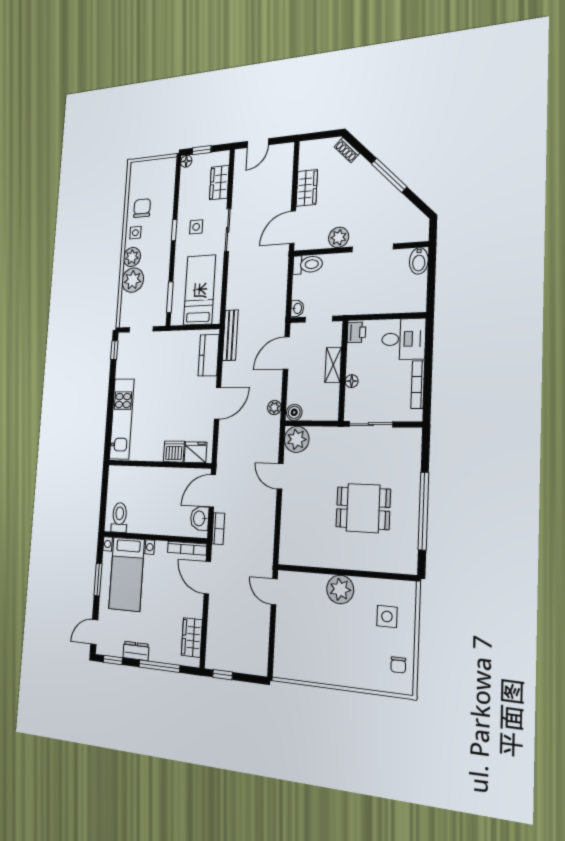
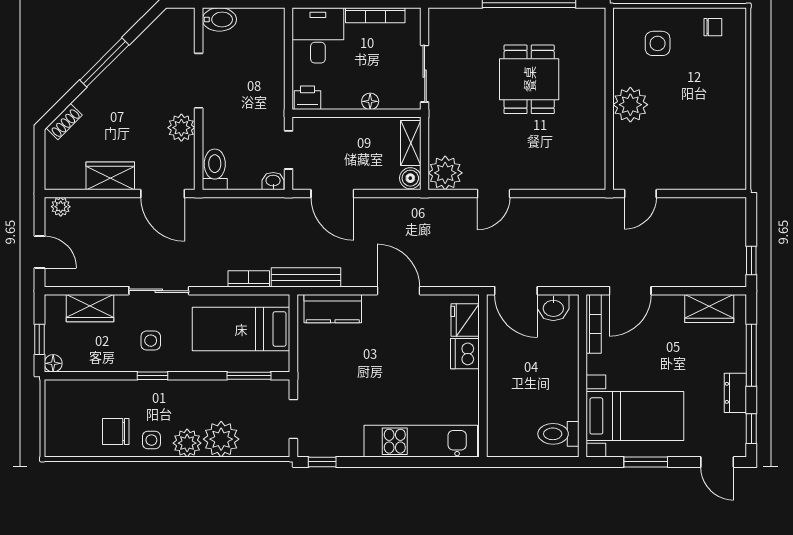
shelving: (333, 365) -> (411, 143), moved, turned 90
plant: (274, 407) -> (61, 207), moved
bookcase: (218, 529) -> (249, 279), moved

